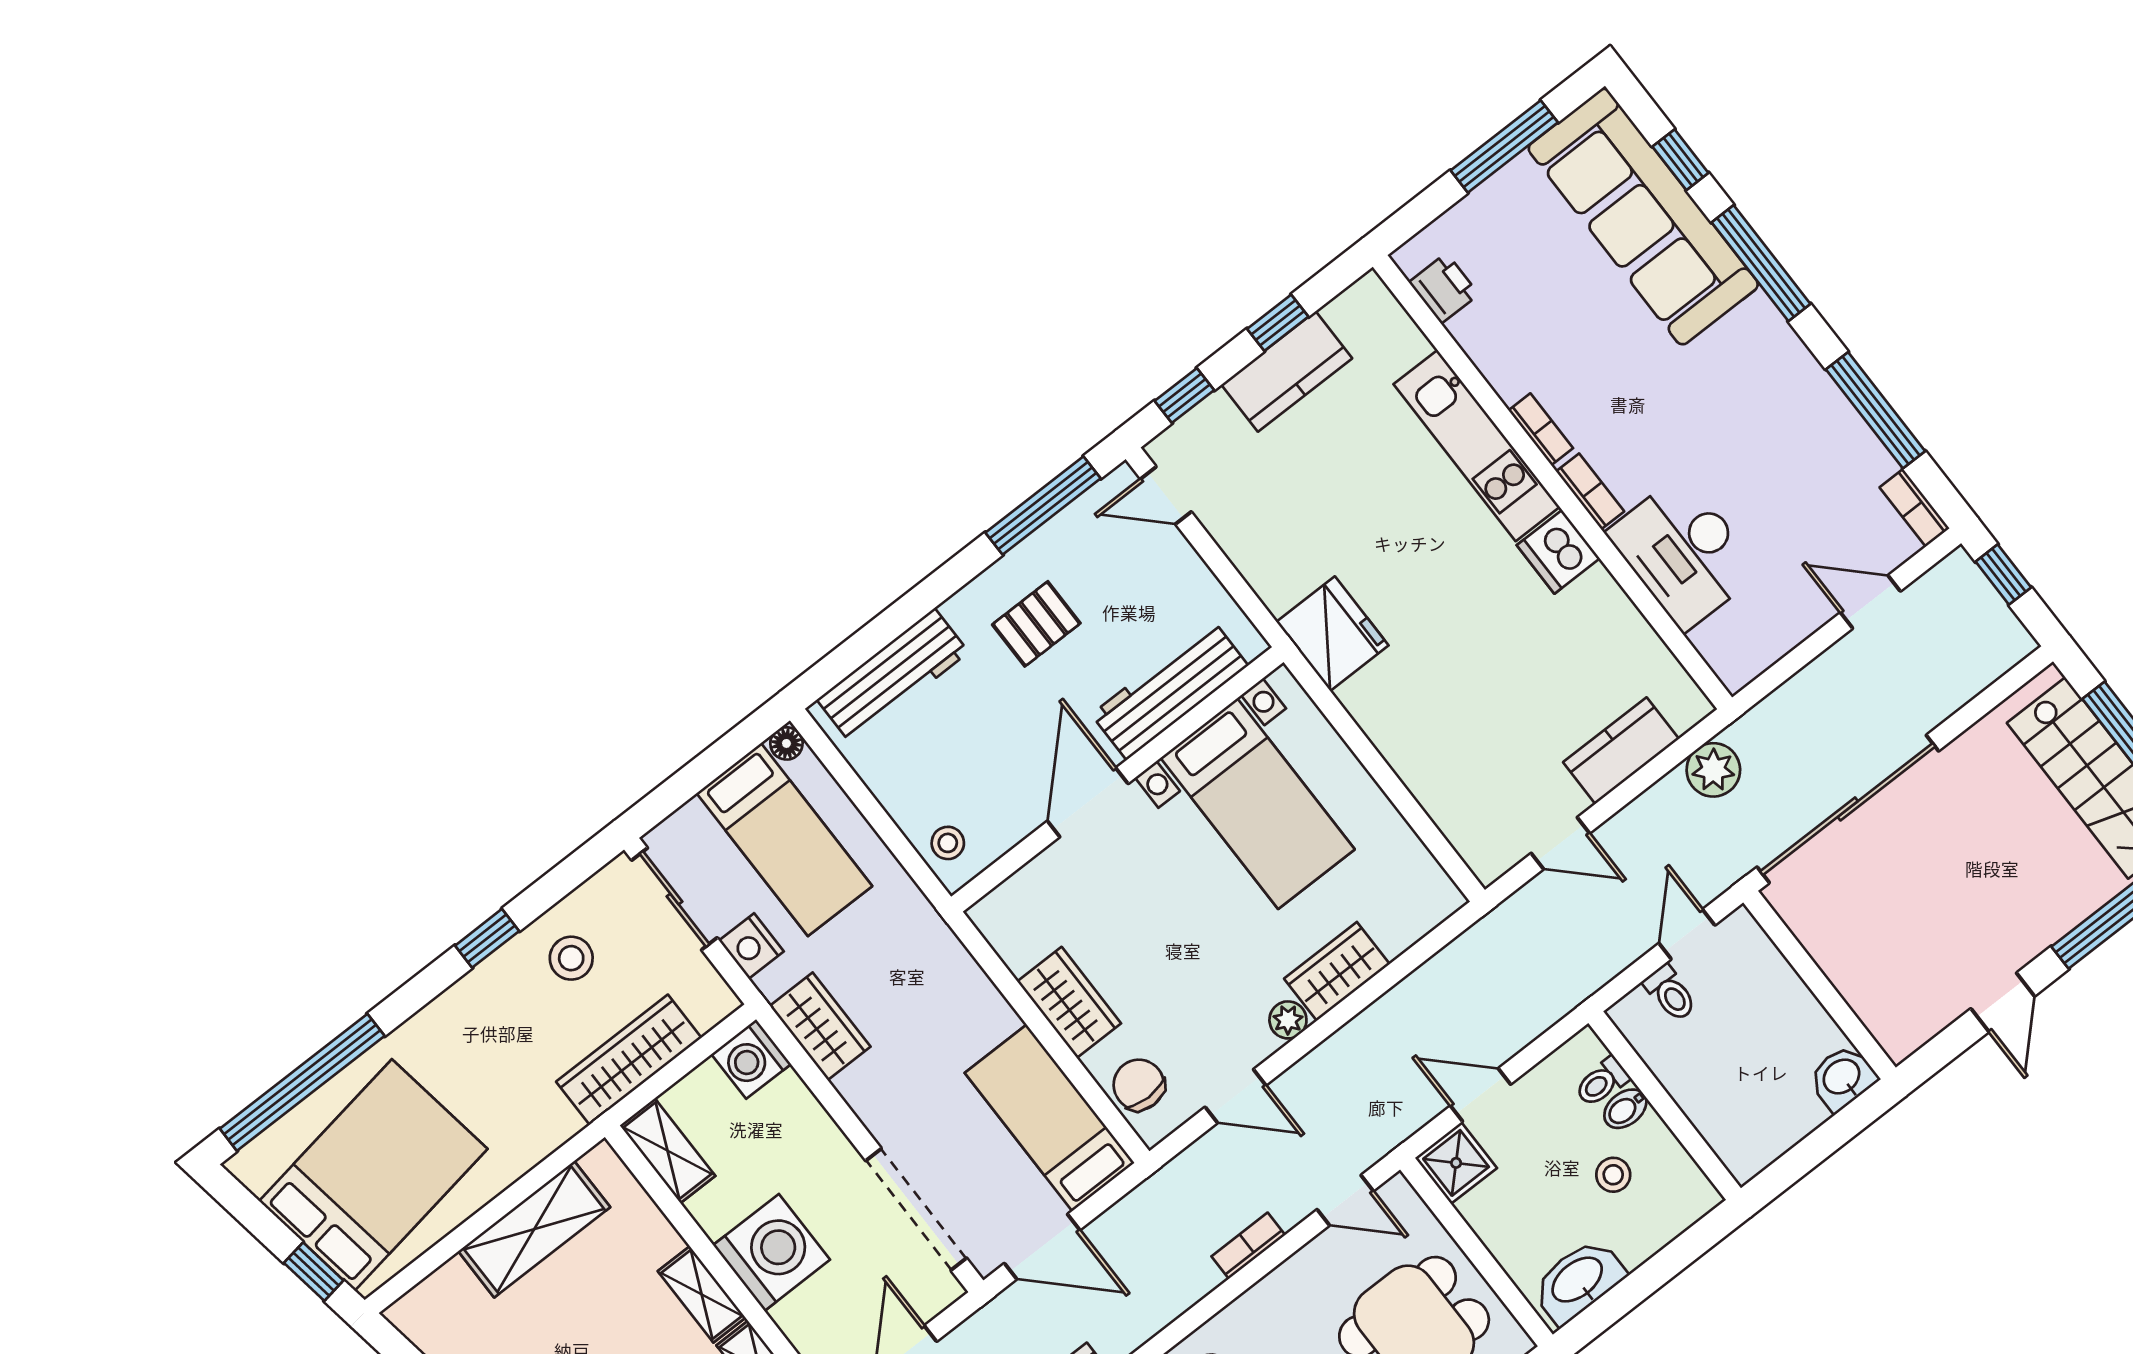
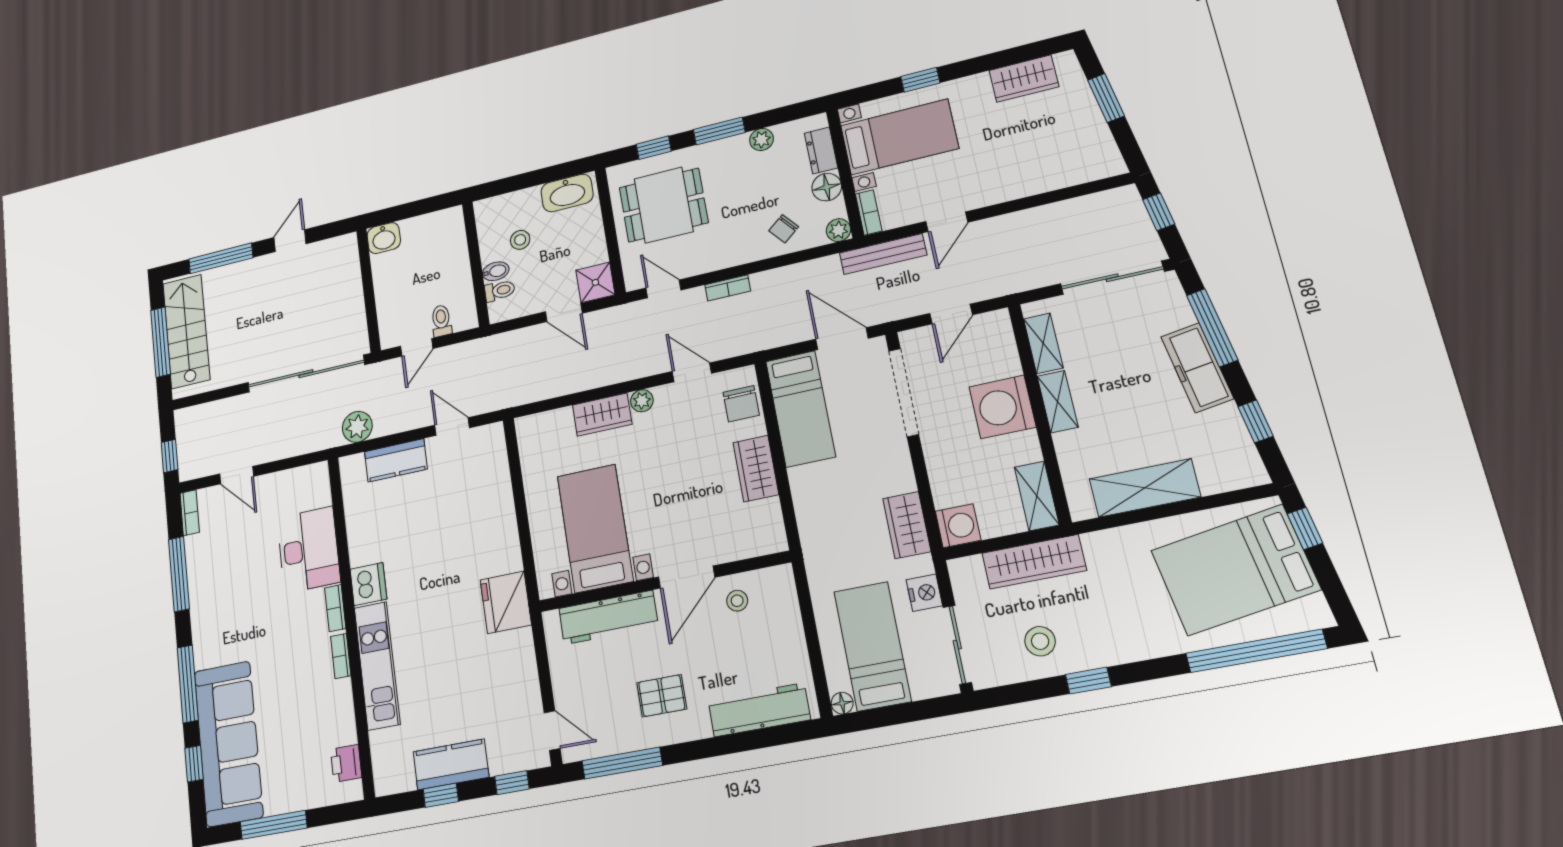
stool: (948, 843) -> (737, 601), moved

